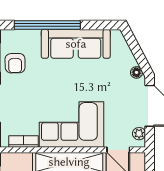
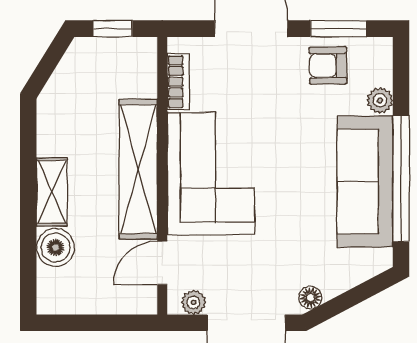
window: (47, 25) -> (401, 179), moved
plant: (33, 36) -> (380, 100), added

